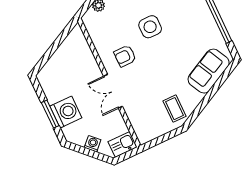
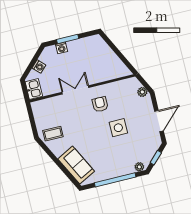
washing machine: (66, 112) -> (62, 48), width x0.53, depth x0.53

